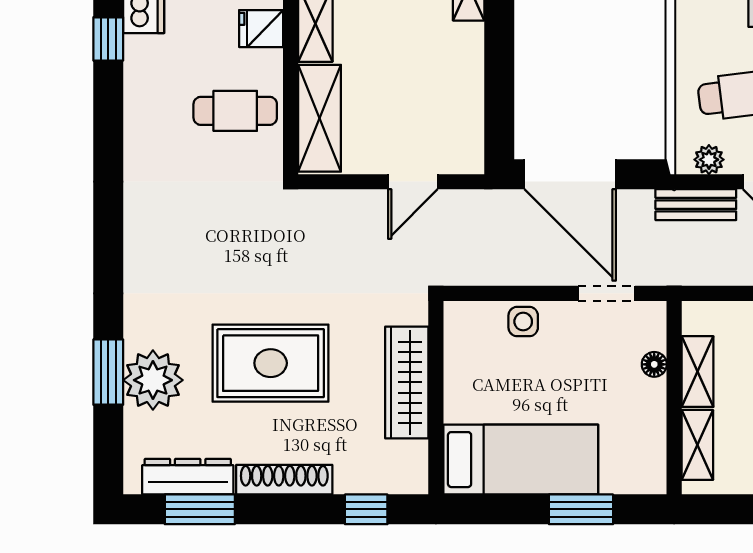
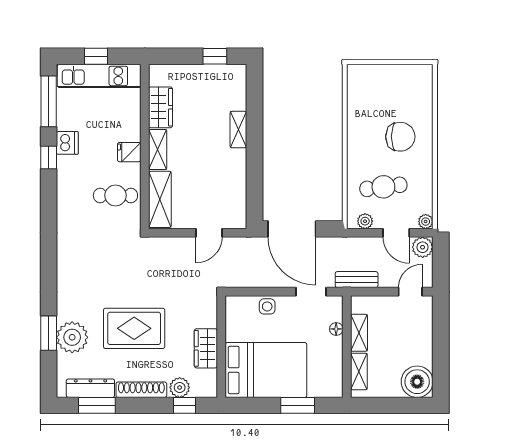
bench: (696, 205) -> (357, 280), moved
wardrobe: (407, 382) -> (206, 348), width x0.67
bed: (521, 460) -> (266, 370), width x1.50
plant: (357, 475) -> (180, 387), added

